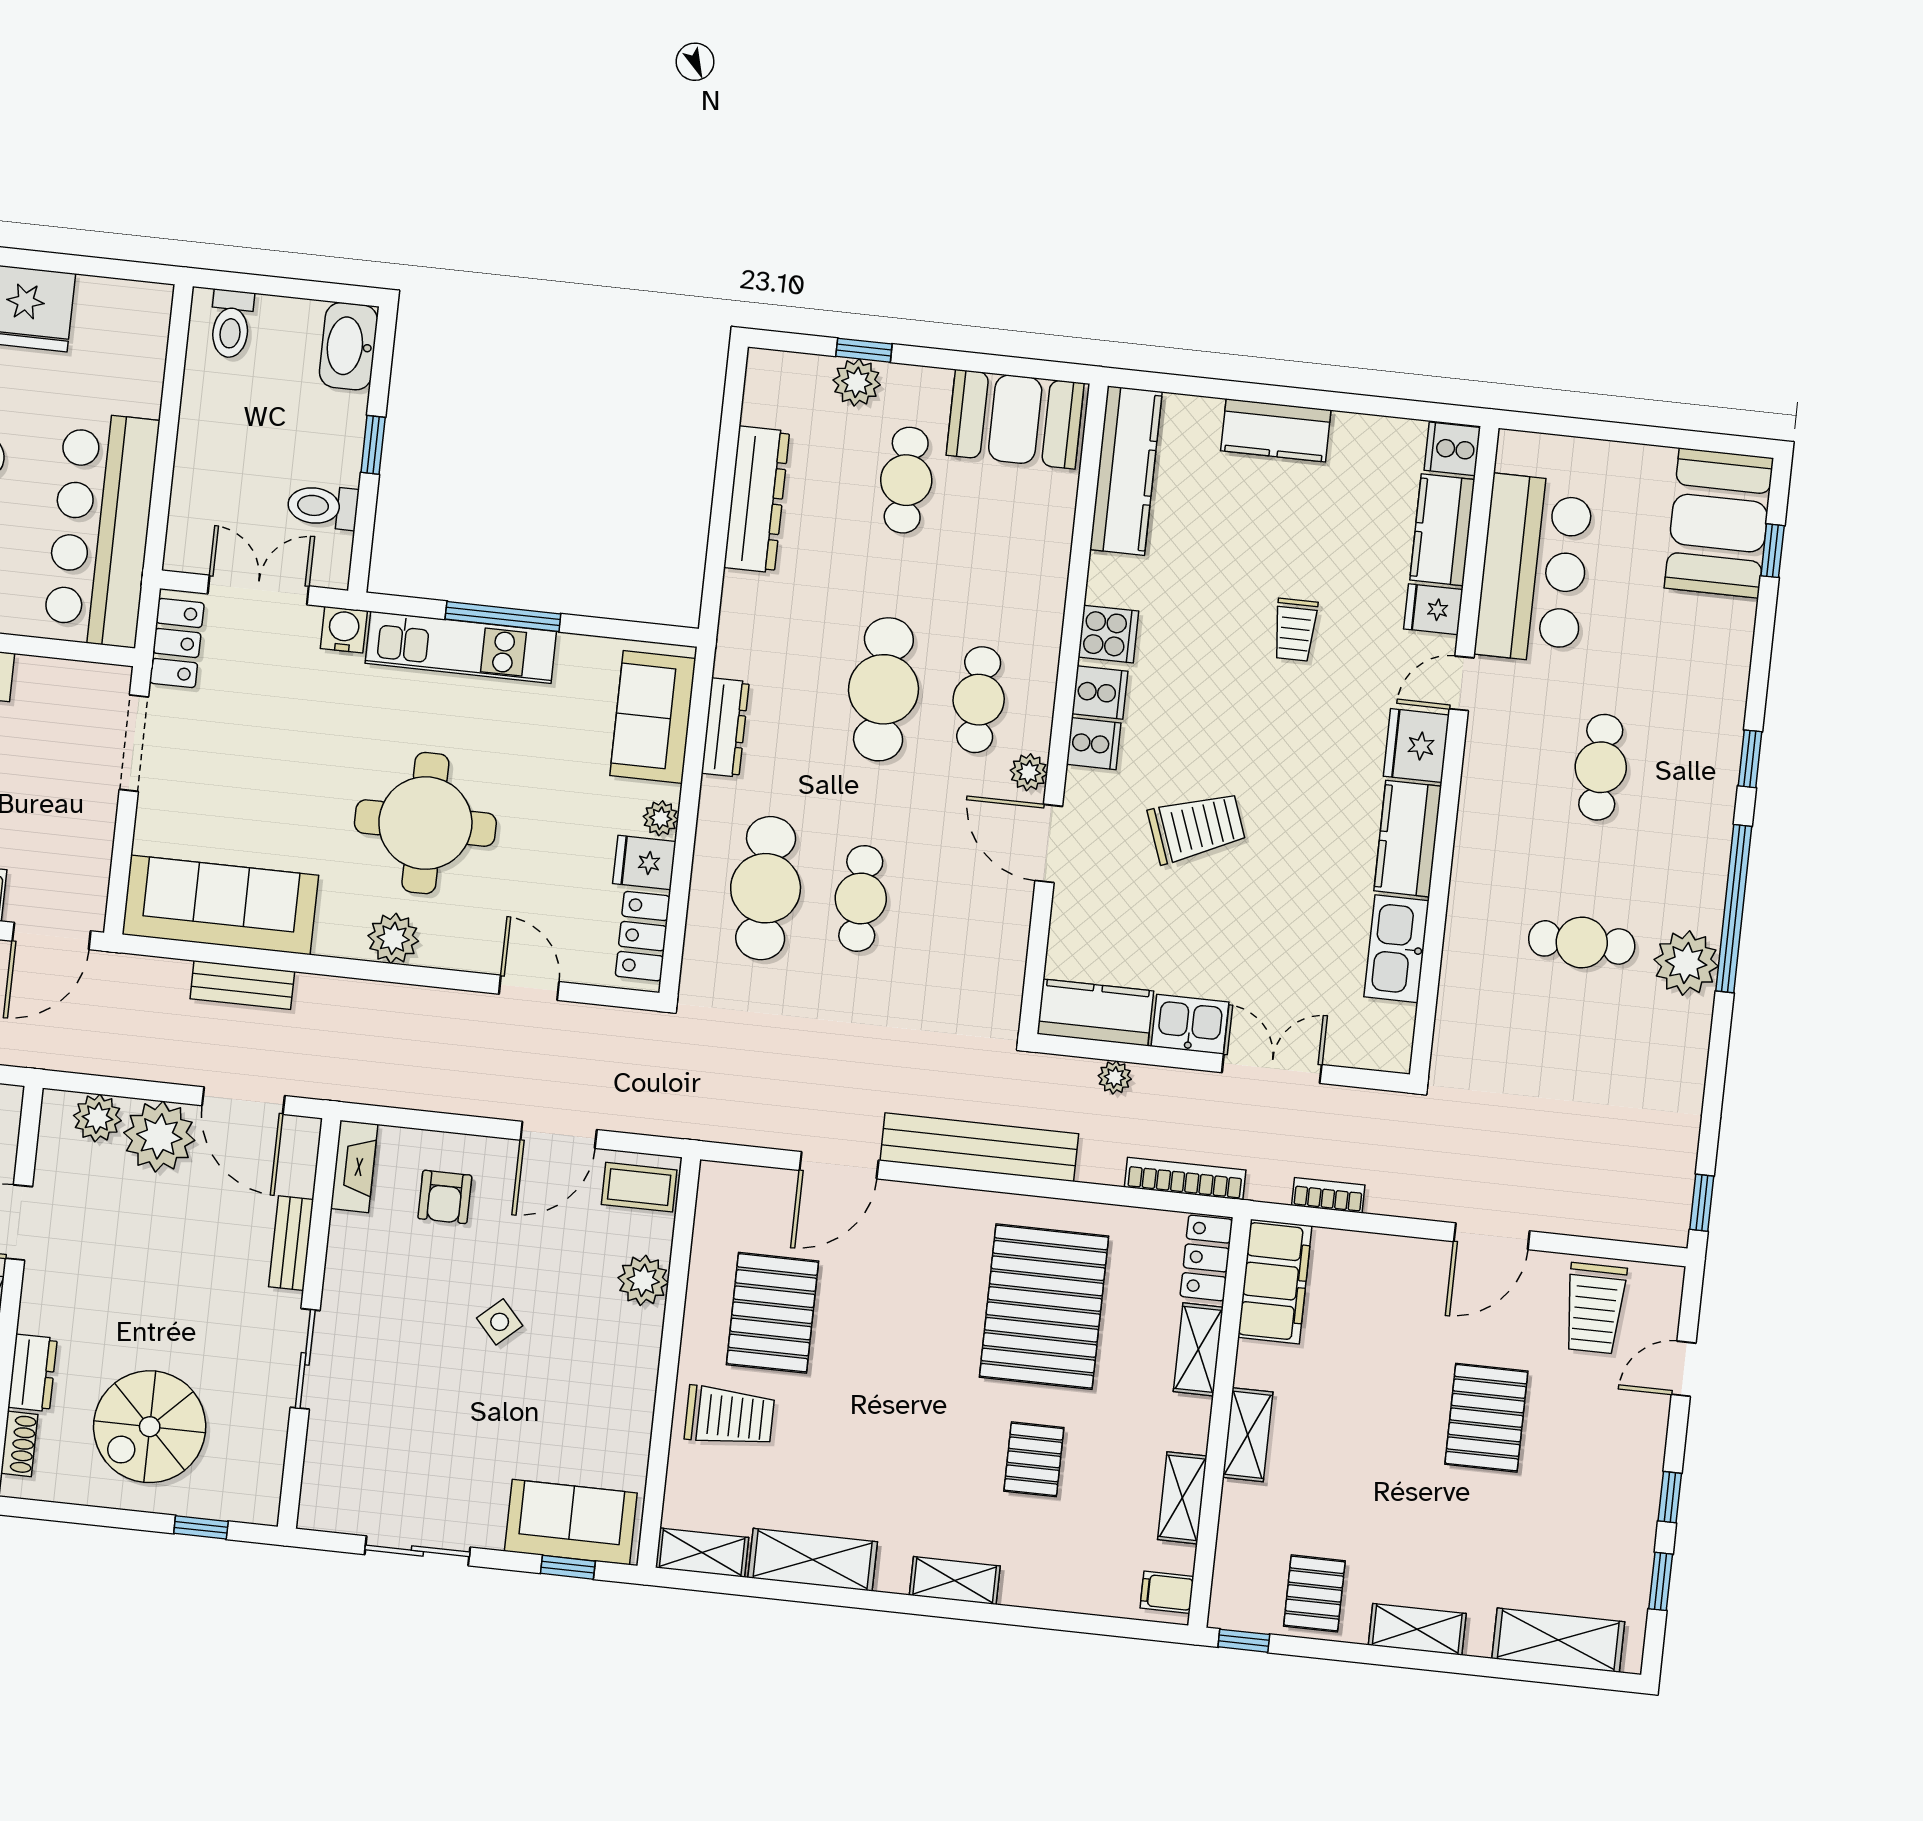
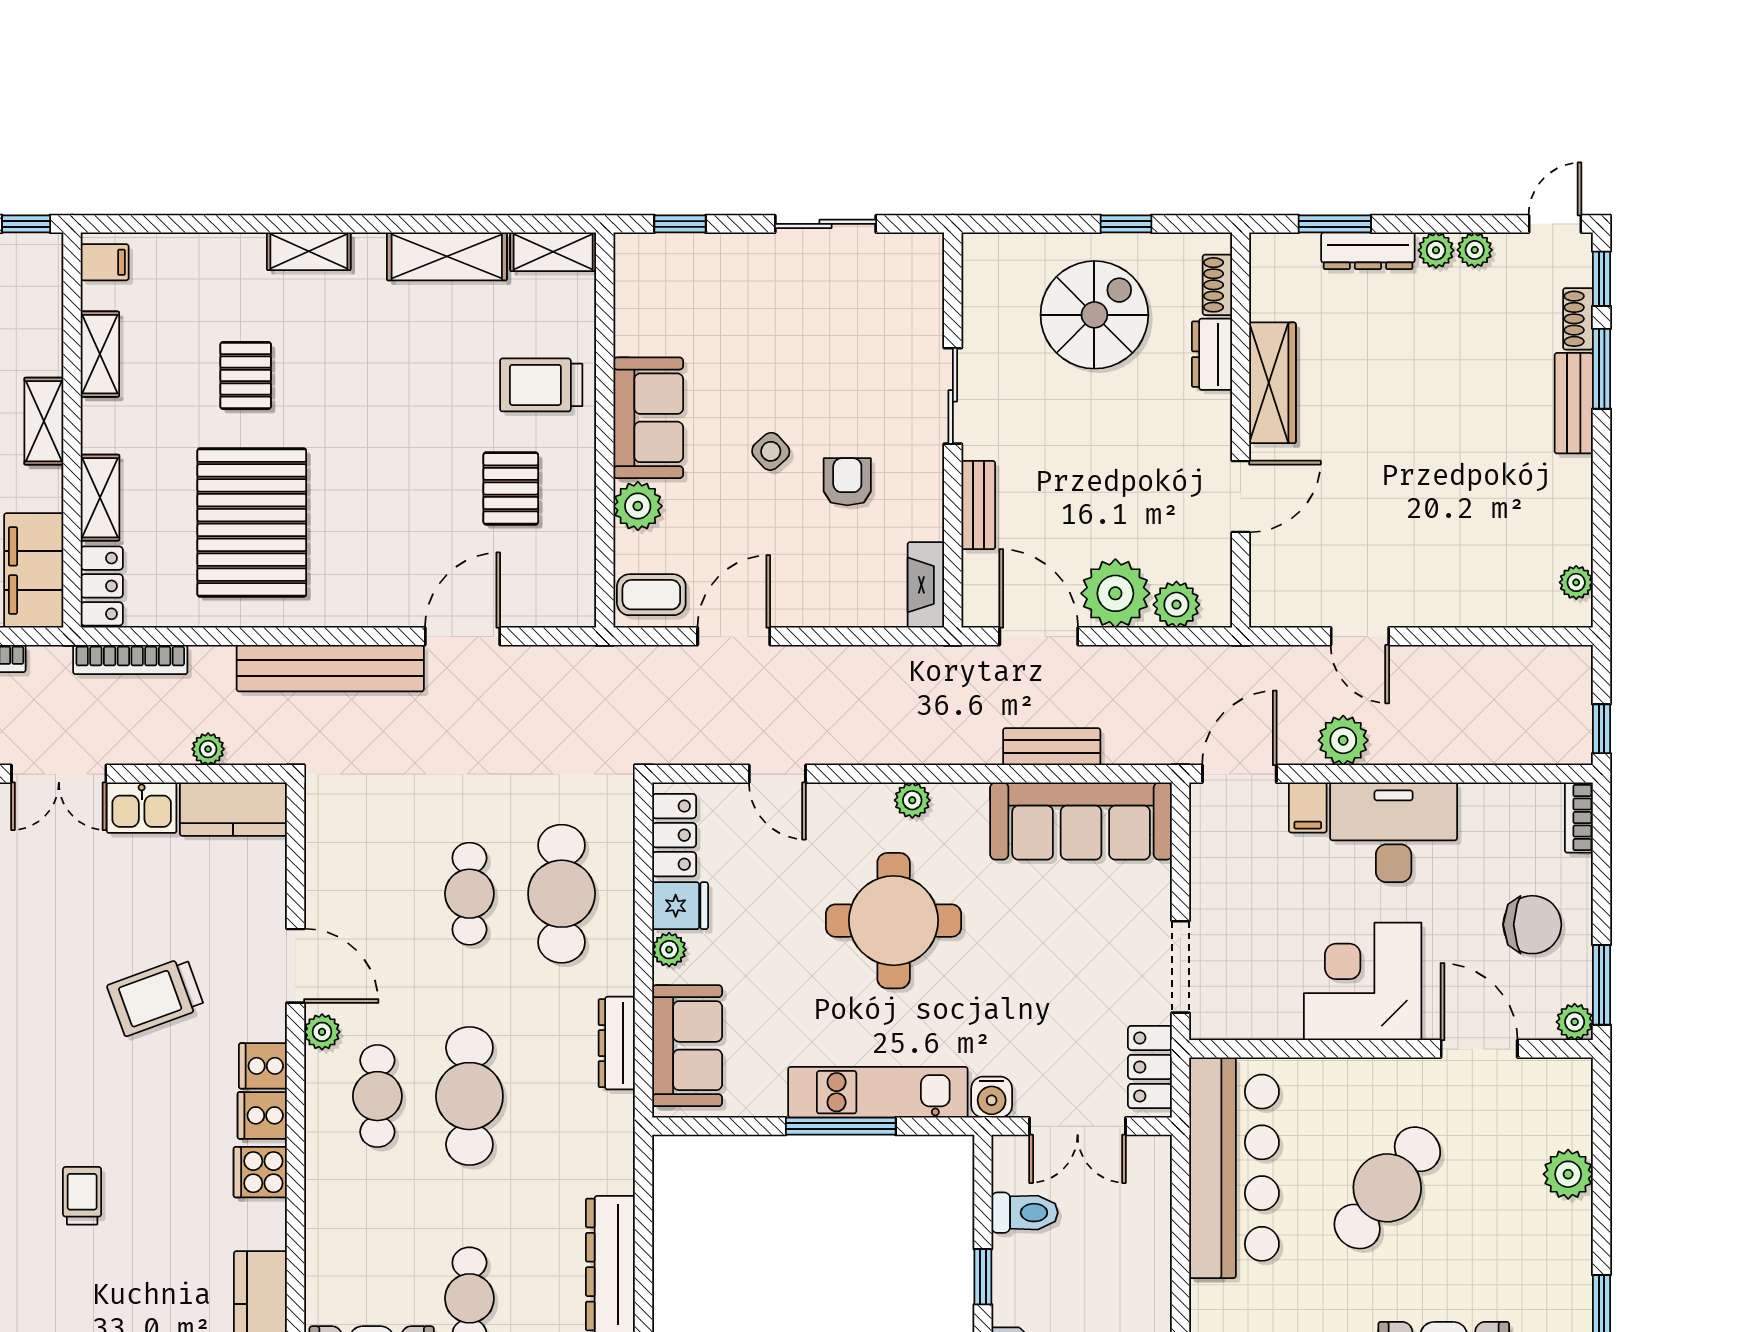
plant: (393, 938) -> (912, 800), width x0.73, depth x0.73
armchair: (445, 1197) -> (847, 482), moved
pallet: (773, 1313) -> (511, 488), width x0.67, depth x0.71
sofa: (571, 1522) -> (648, 418), moved, turned -90
window: (201, 1527) -> (1126, 224), moved

